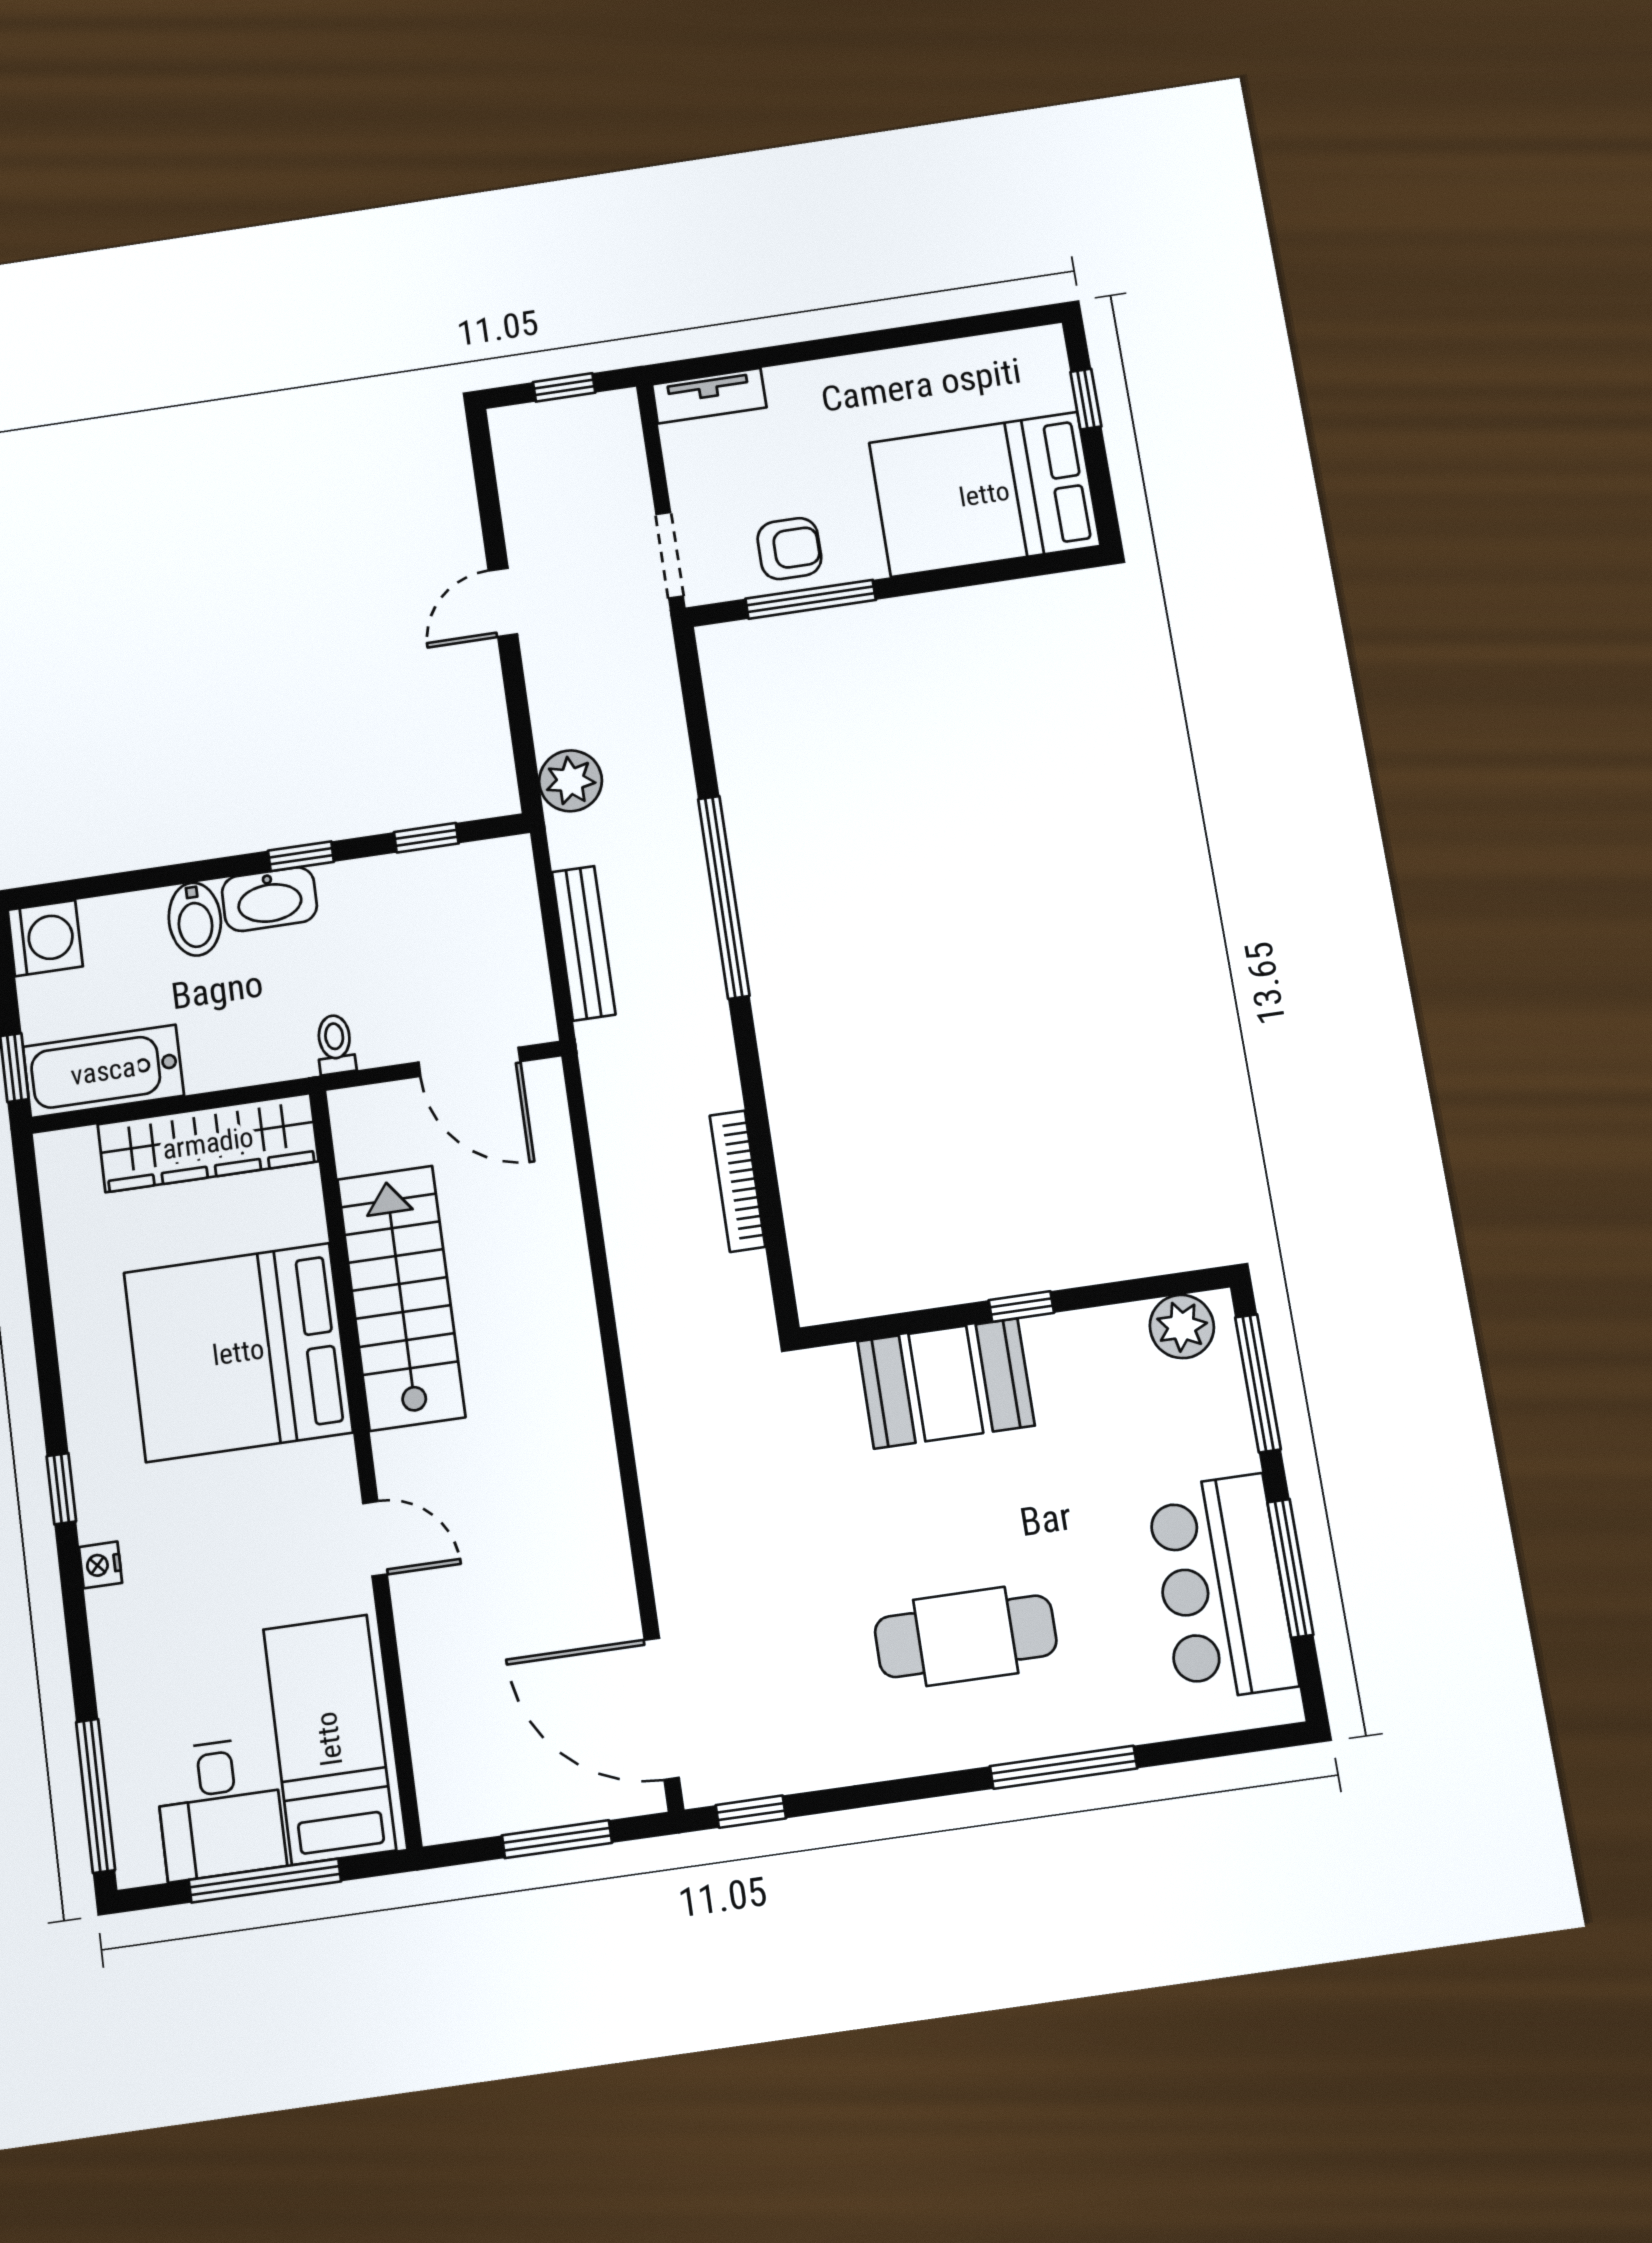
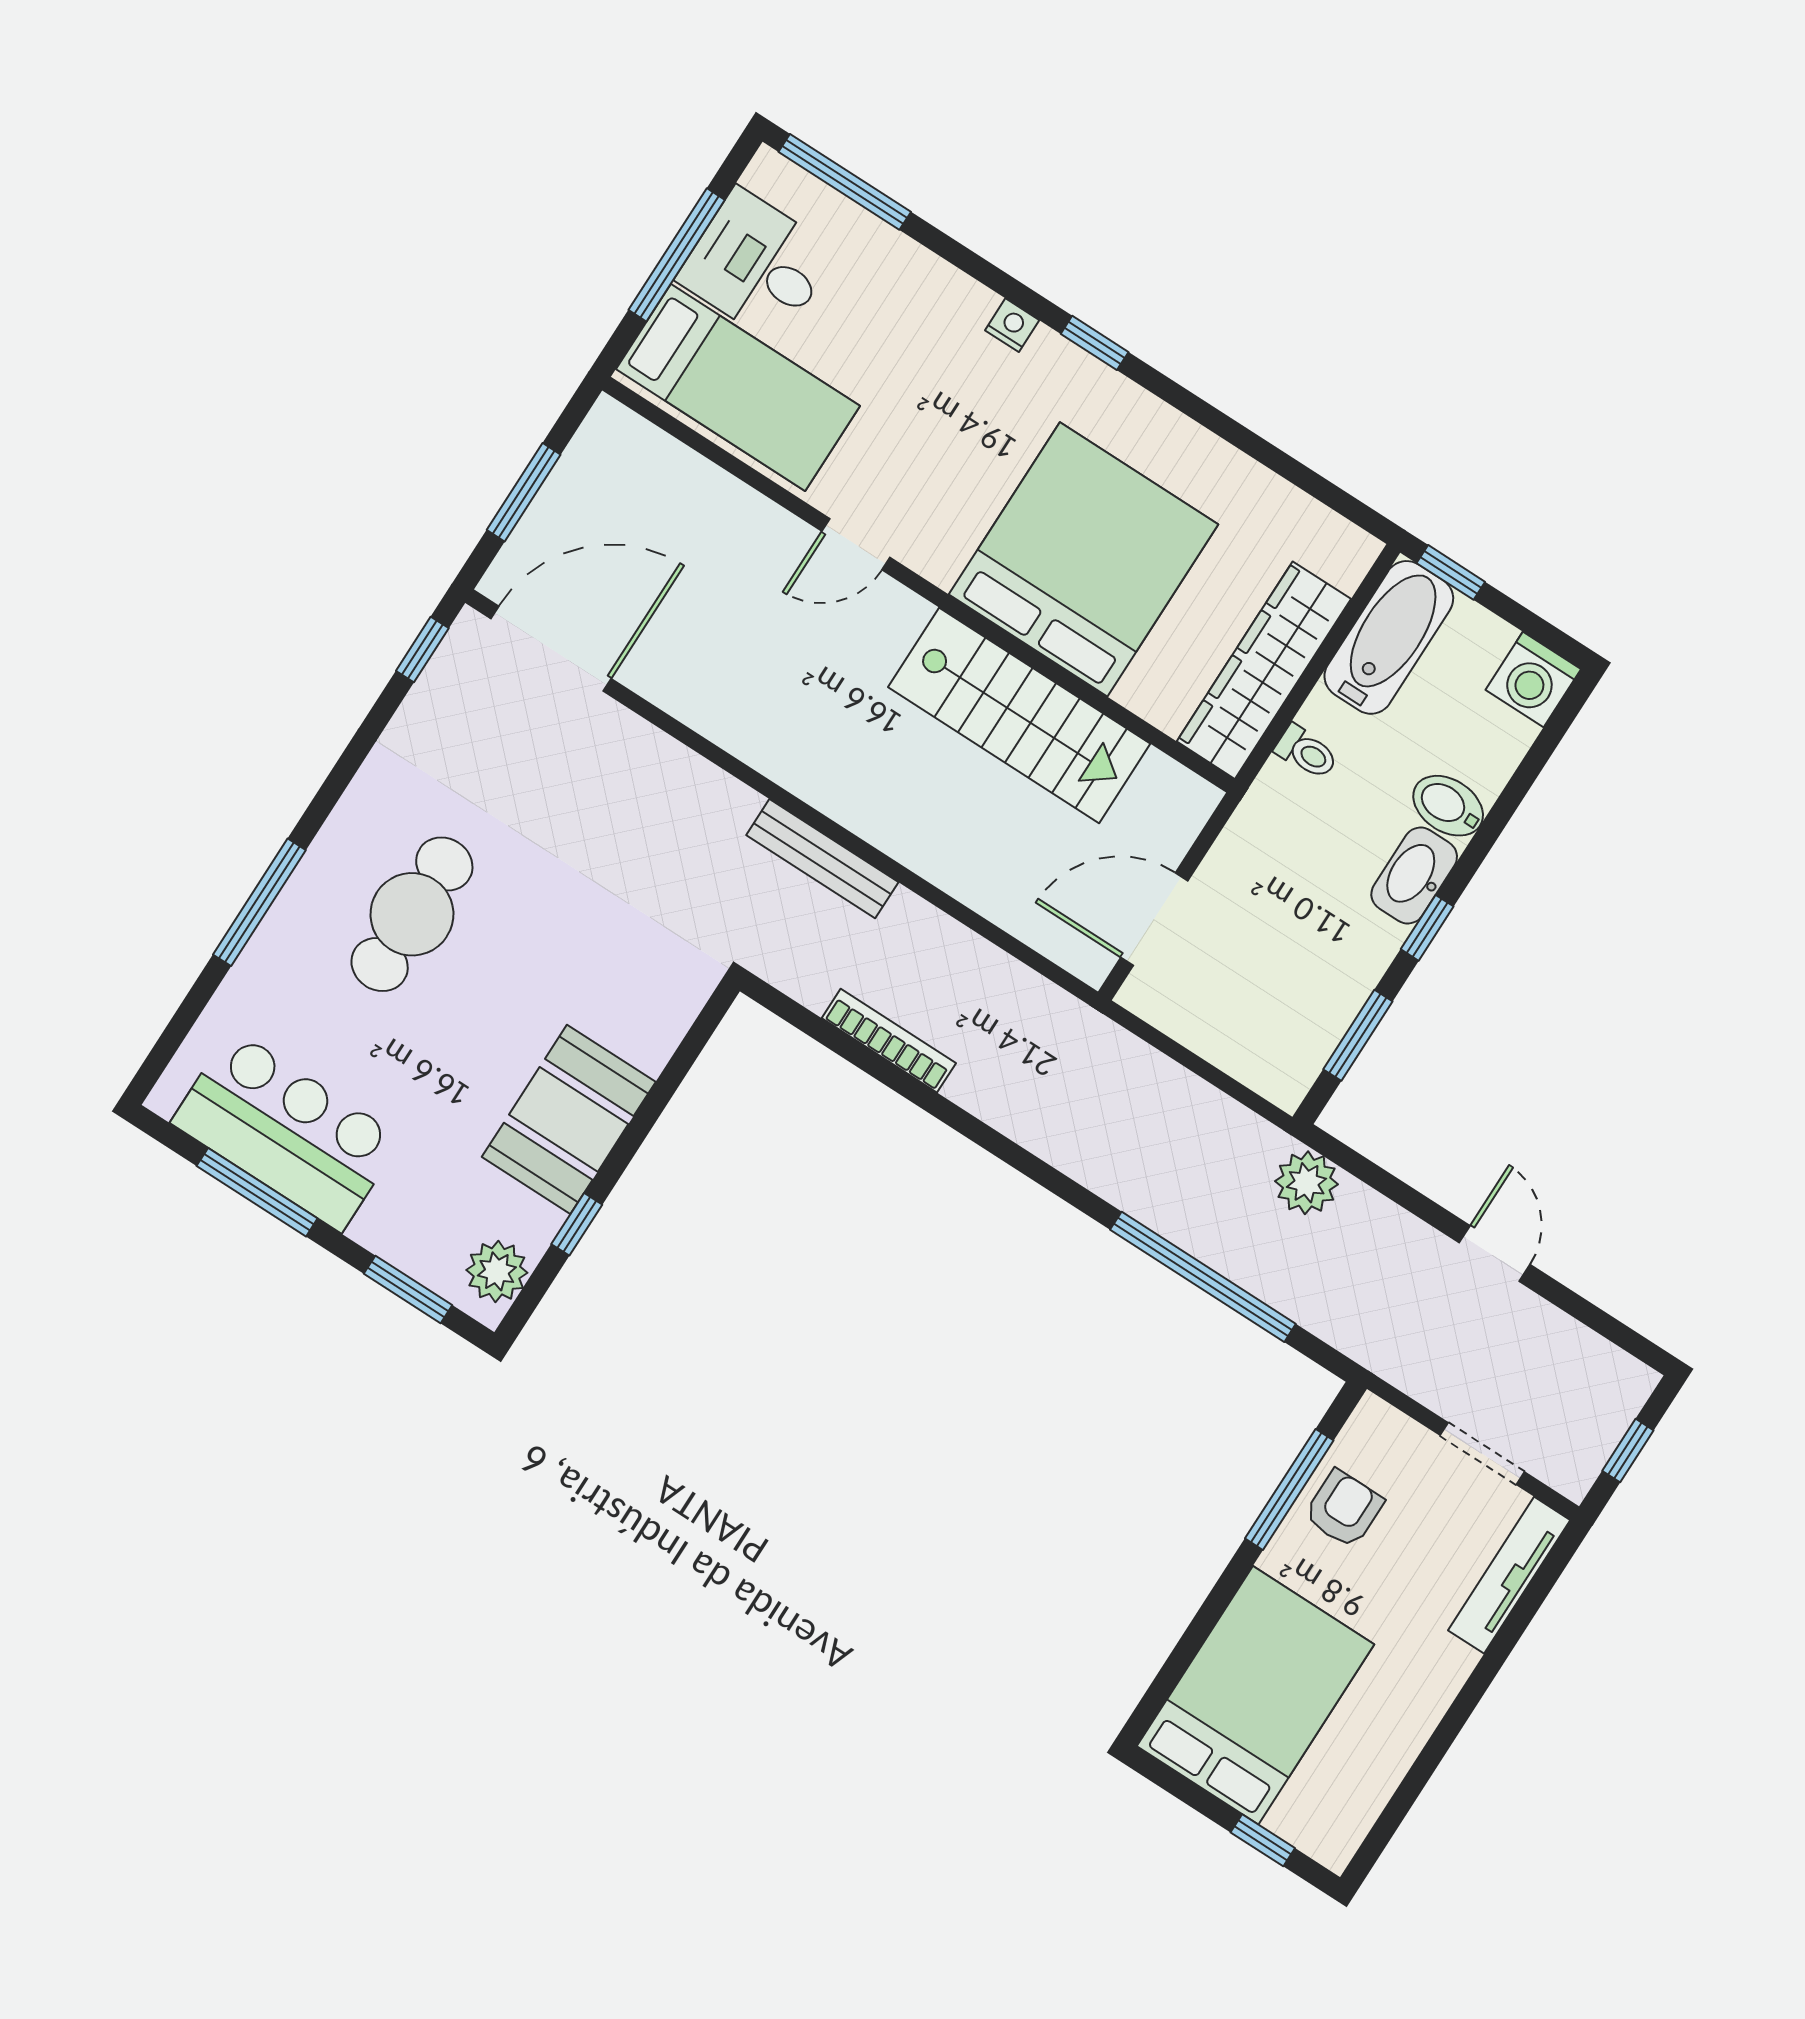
tv unit: (709, 396) -> (1509, 1575), width x1.41
armchair: (789, 549) -> (1344, 1509), turned 180
doorway: (670, 555) -> (1482, 1454), moved
window: (426, 838) -> (1358, 1035), width x1.50
window: (724, 897) -> (1203, 1277), moved
bench: (584, 943) -> (822, 859), moved
toilet: (335, 1044) -> (1306, 752), moved
window: (1021, 1307) -> (577, 1224), moved
booth: (946, 1383) -> (569, 1119), moved
window: (1258, 1383) -> (408, 1289), width x0.69

